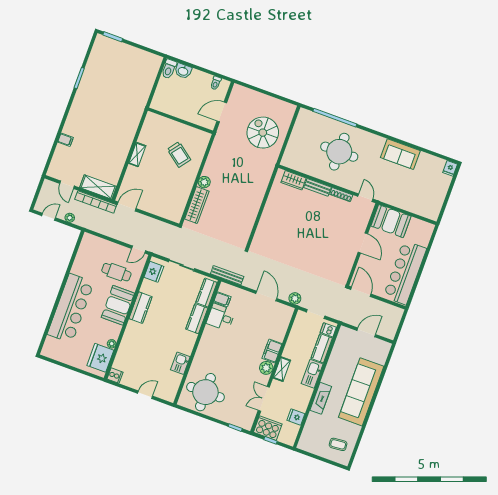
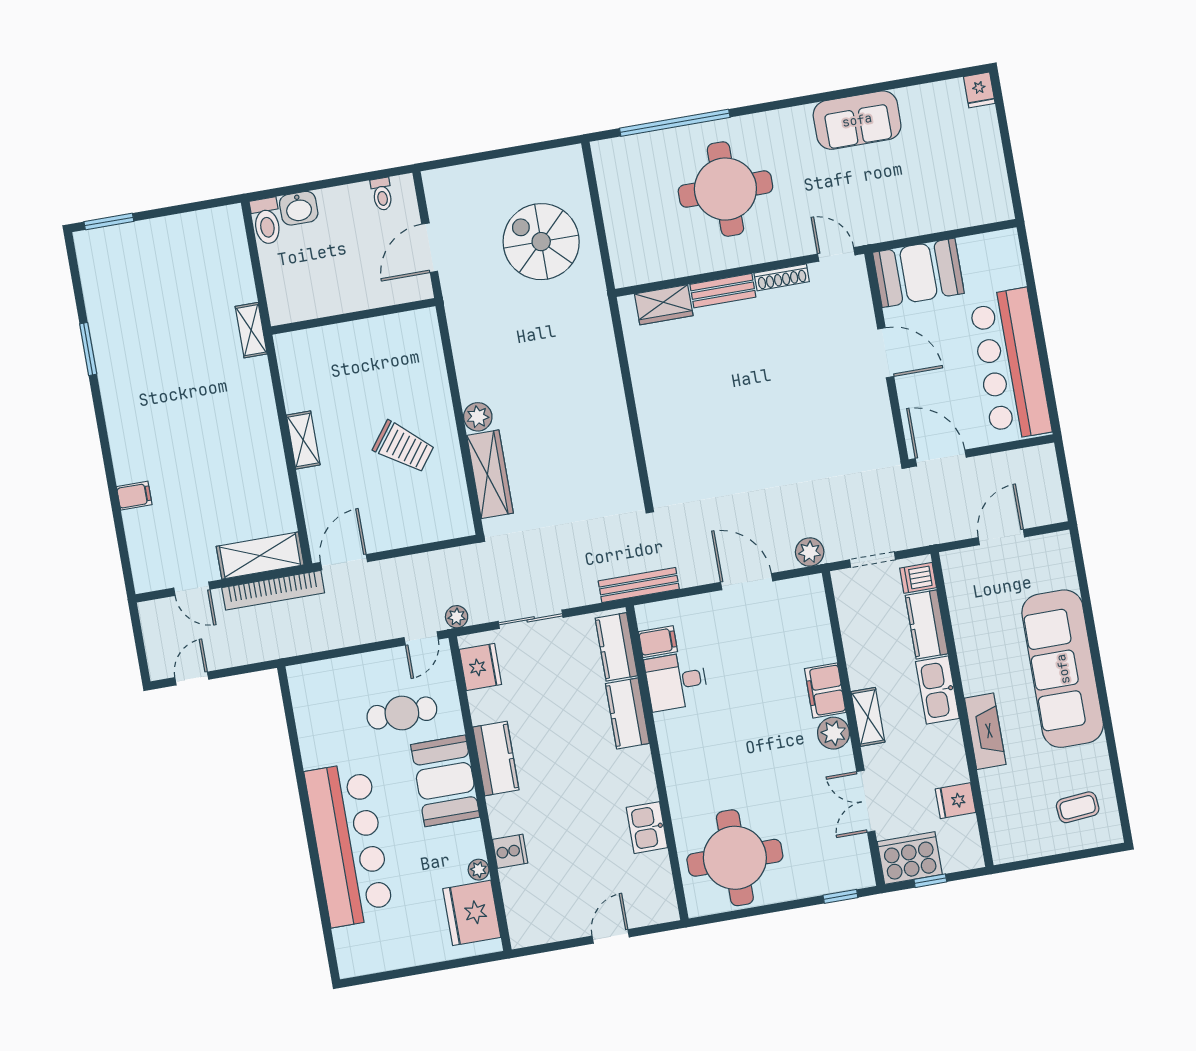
shelving: (141, 105) -> (251, 330), added
trolley: (179, 154) -> (404, 447), moved
plant: (70, 218) -> (457, 617), moved
cooker: (115, 376) -> (510, 851), moved

